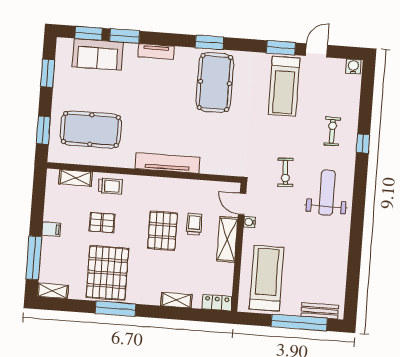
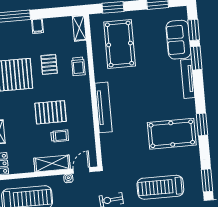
tv unit: (156, 51) -> (188, 79), width x1.41
treadmill: (284, 86) -> (160, 187), moved
shelving: (76, 178) -> (79, 28), moved

